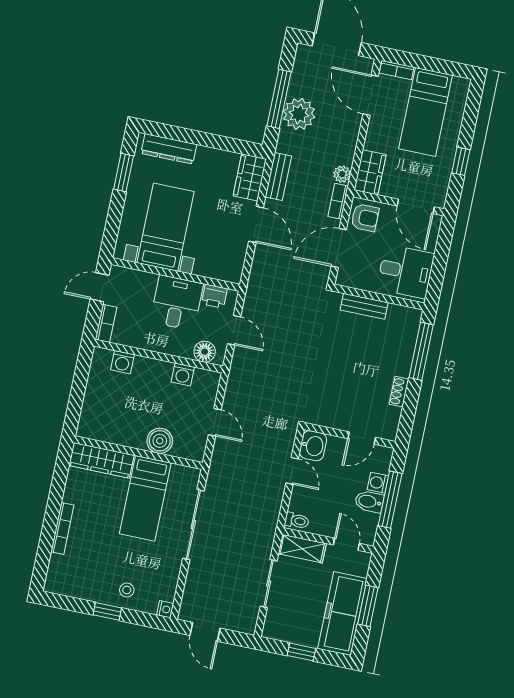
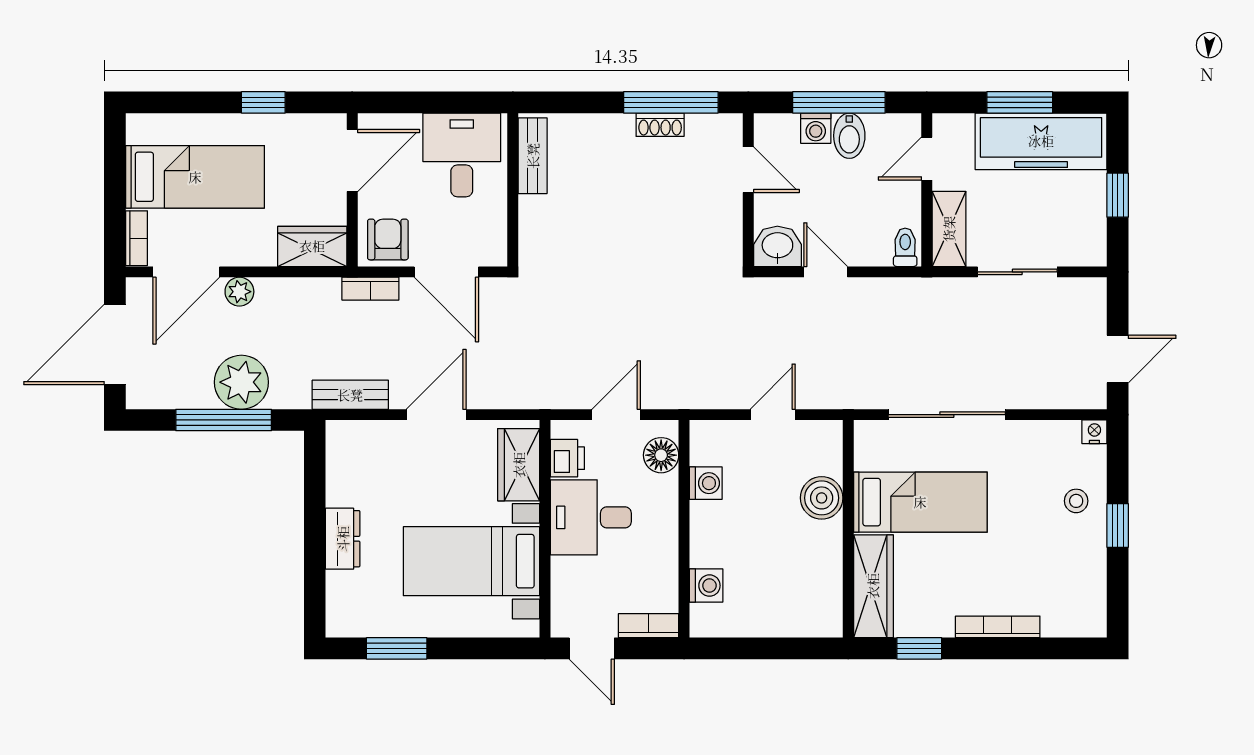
dresser: (169, 149) -> (343, 539), moved, width x0.70
plant: (342, 174) -> (239, 292), moved
wardrobe: (250, 177) -> (519, 465), moved, turned 90
bench: (364, 306) -> (533, 156), moved
window: (421, 351) -> (671, 102), moved
door: (292, 471) -> (826, 272), hinge flipped
window: (59, 480) -> (919, 648), added

